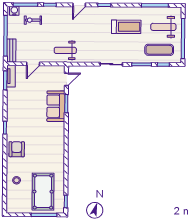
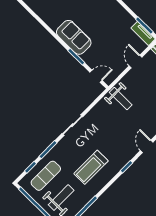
weight bench: (65, 50) -> (121, 99), turned 90
door: (66, 79) -> (96, 76), swing flipped
sofa: (56, 106) -> (74, 37), moved

